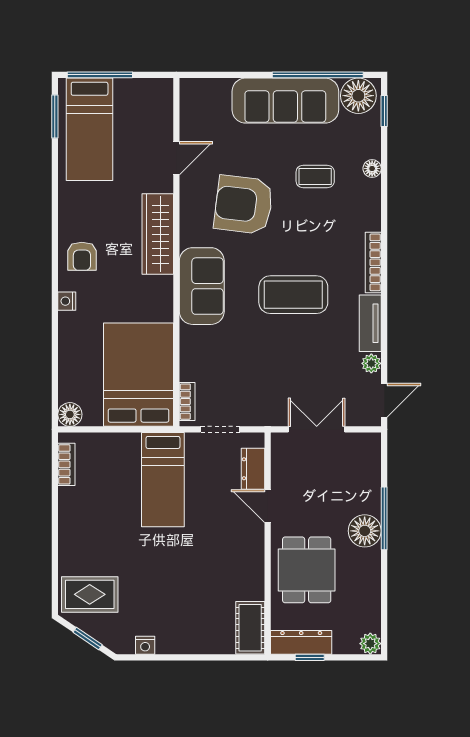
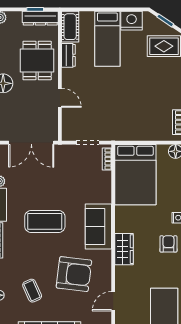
coffee table: (315, 177) -> (32, 291), turned 66
wardrobe: (158, 234) -> (124, 249), width x0.67
double door: (317, 429) -> (31, 143), width x1.37
dresser: (253, 469) -> (68, 55), moved
bed: (163, 480) -> (107, 39), moved, turned 180
nightstand: (145, 645) -> (132, 21), width x1.89, depth x1.79

